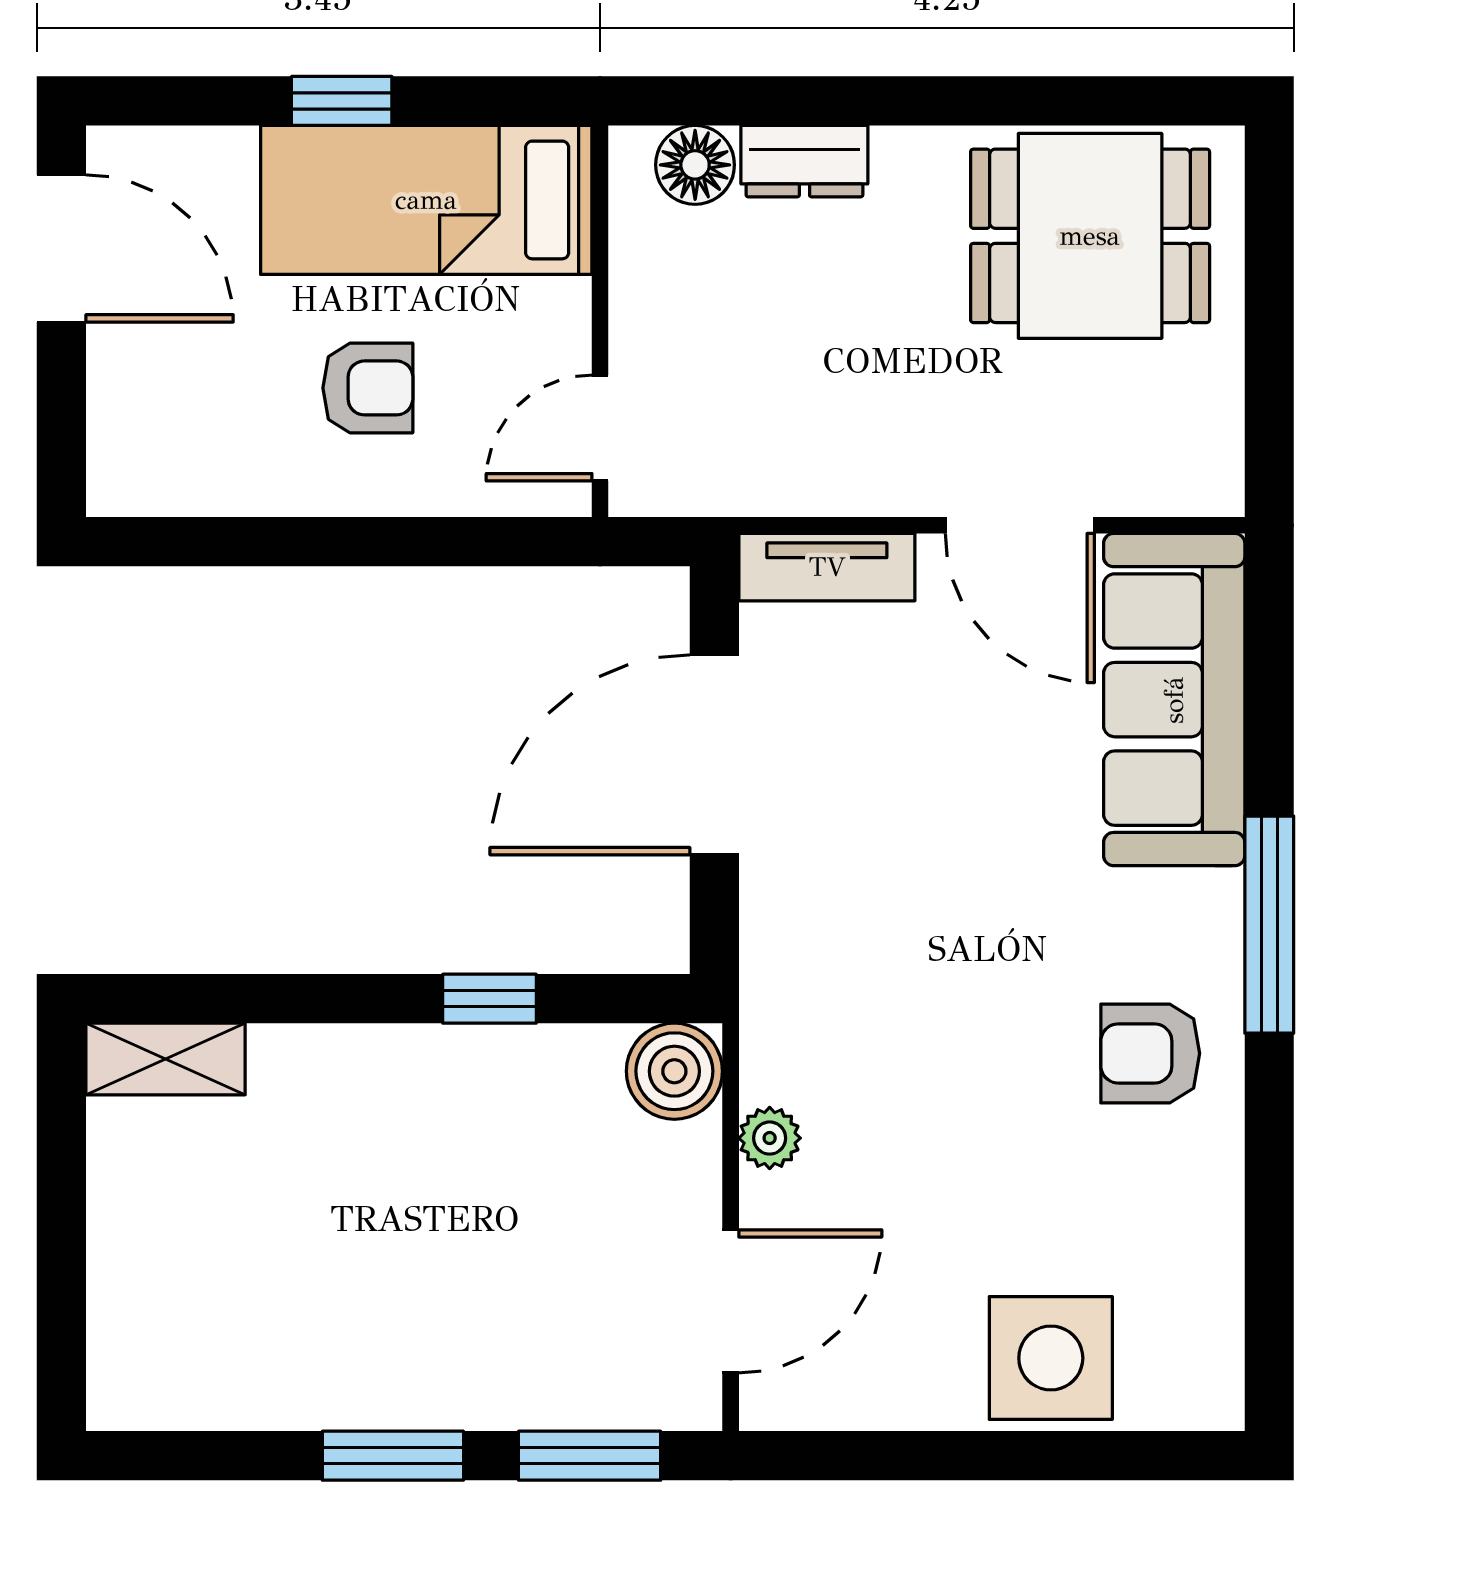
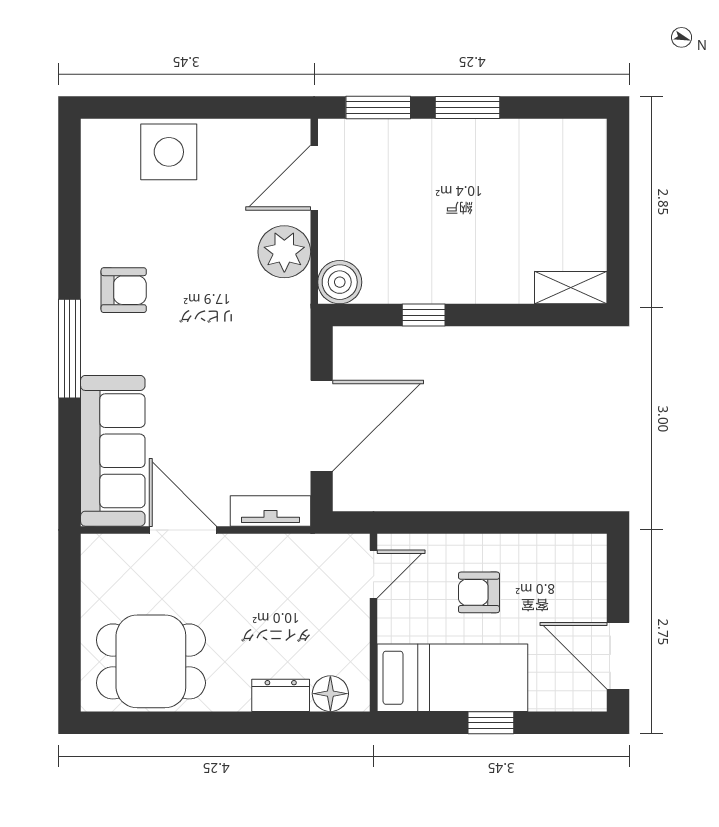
plant: (770, 1138) -> (284, 252), width x1.87, depth x1.87

